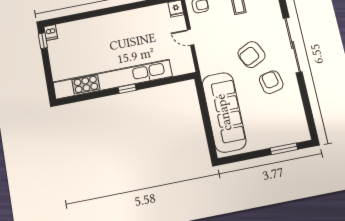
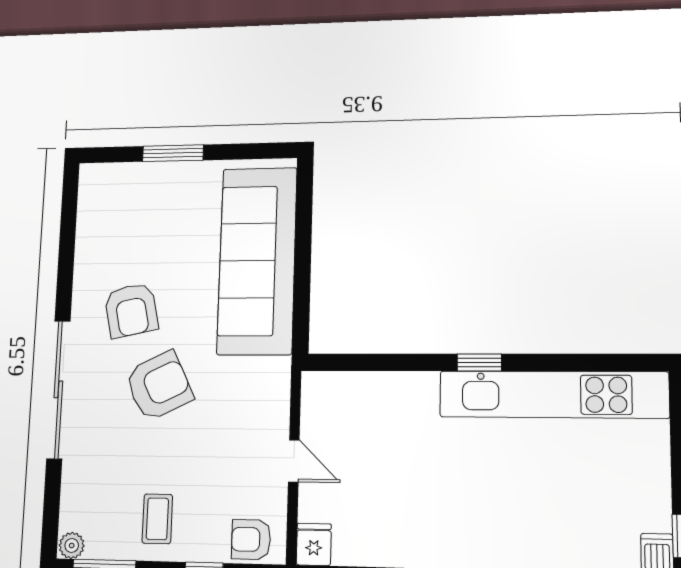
kitchen unit: (113, 79) -> (553, 394), width x0.73
window: (284, 149) -> (173, 153), moved

